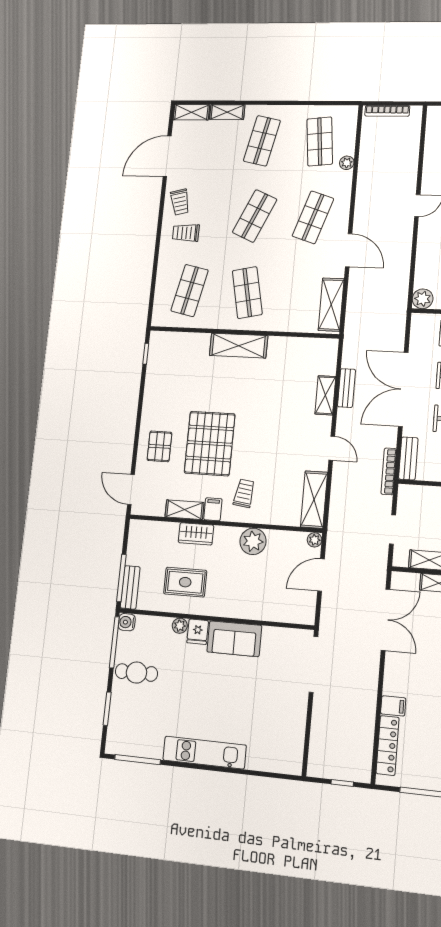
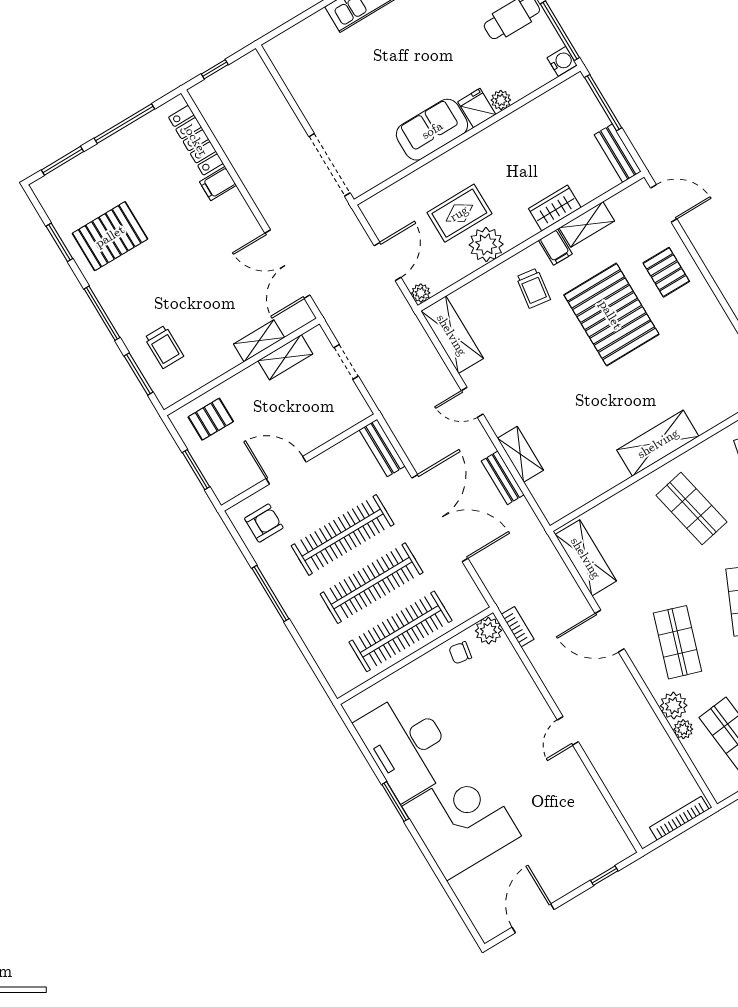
plant: (342, 181) -> (674, 706), added
bookcase: (389, 471) -> (518, 627), moved, width x0.64
rug: (185, 582) -> (459, 213), moved
bench: (130, 587) -> (618, 153), moved

